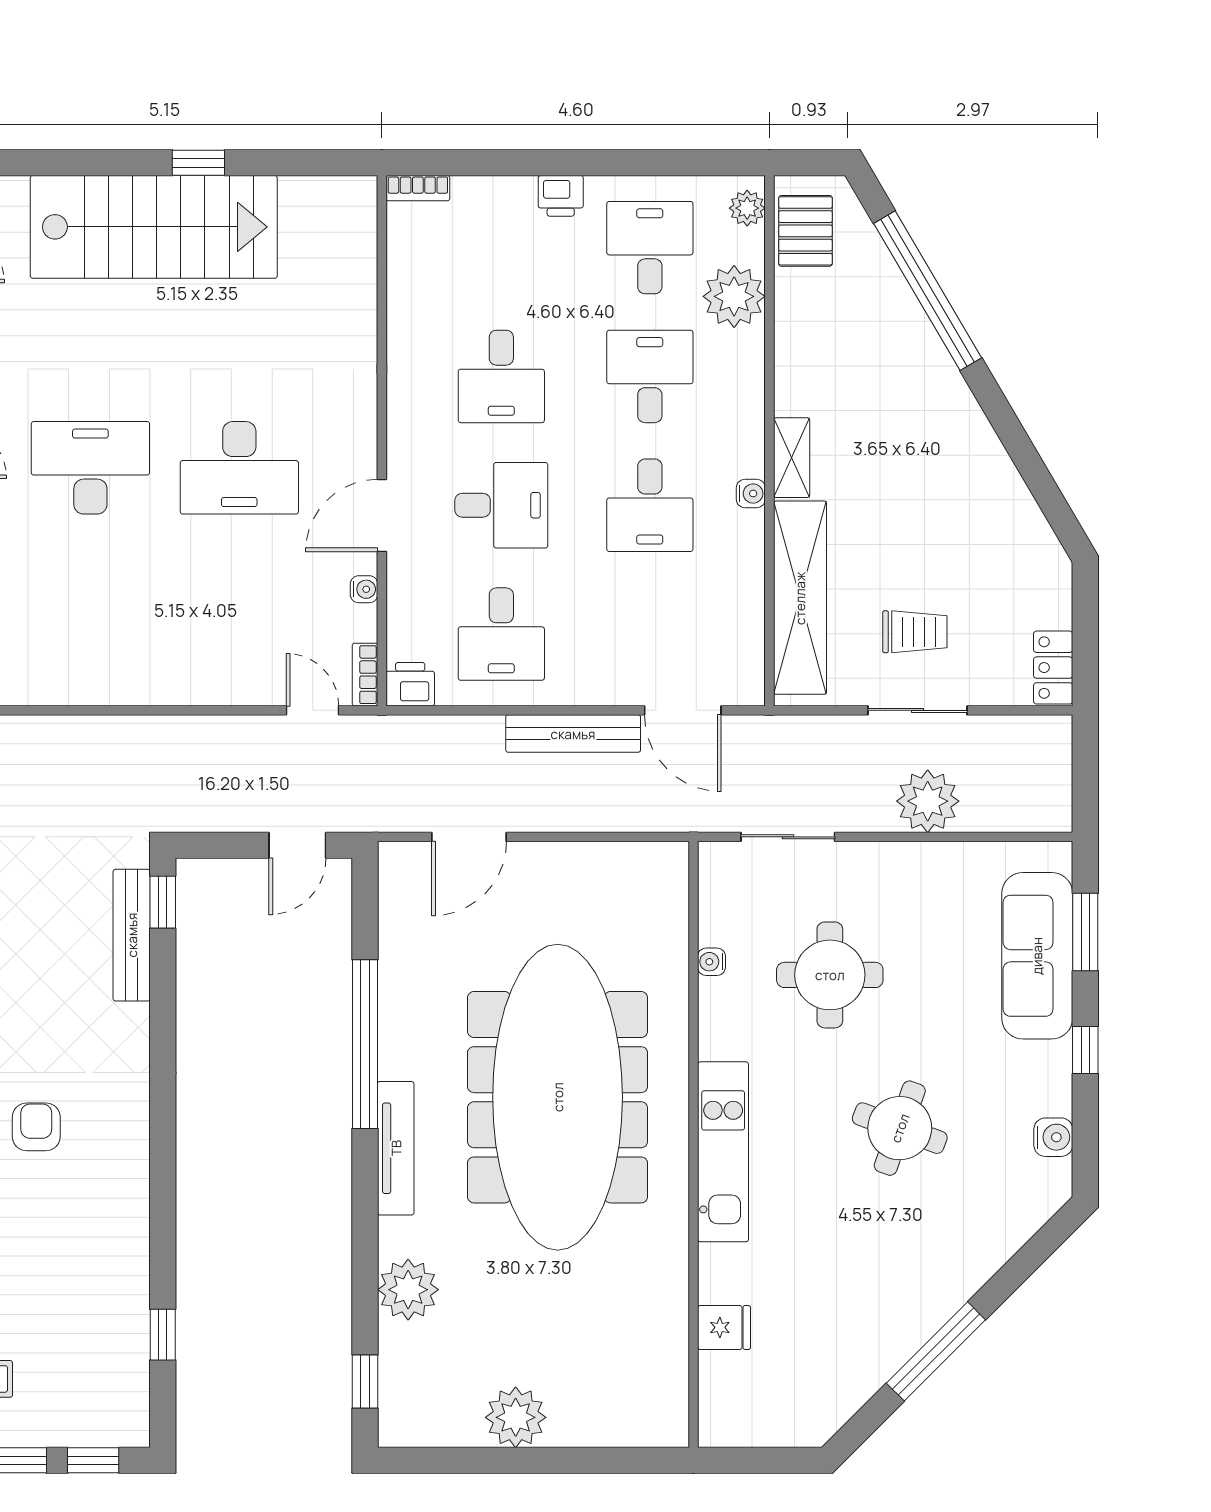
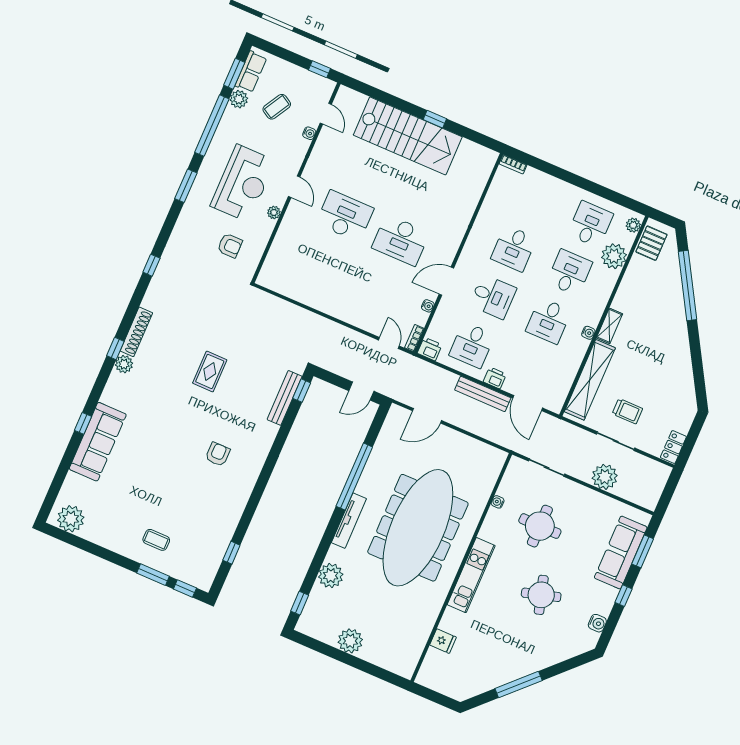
printer: (561, 196) -> (495, 378), moved, turned 180
round table: (900, 1128) -> (541, 595), turned -36

